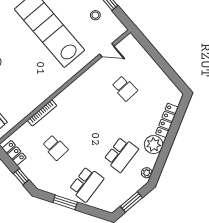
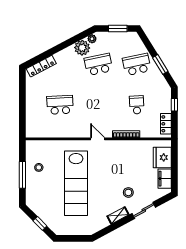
door: (107, 50) -> (98, 139), moved
school desk: (125, 88) -> (60, 105), width x1.85
locker: (167, 120) -> (41, 66), moved
plant: (154, 145) -> (82, 48), moved

